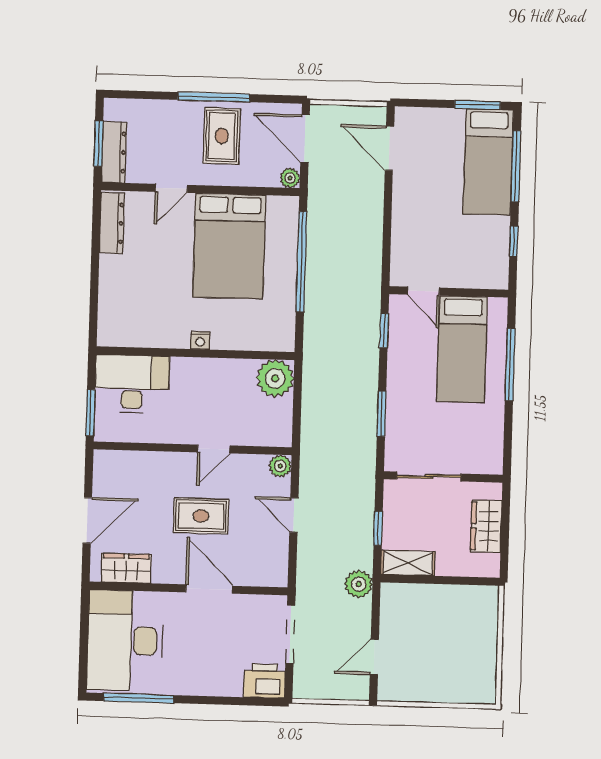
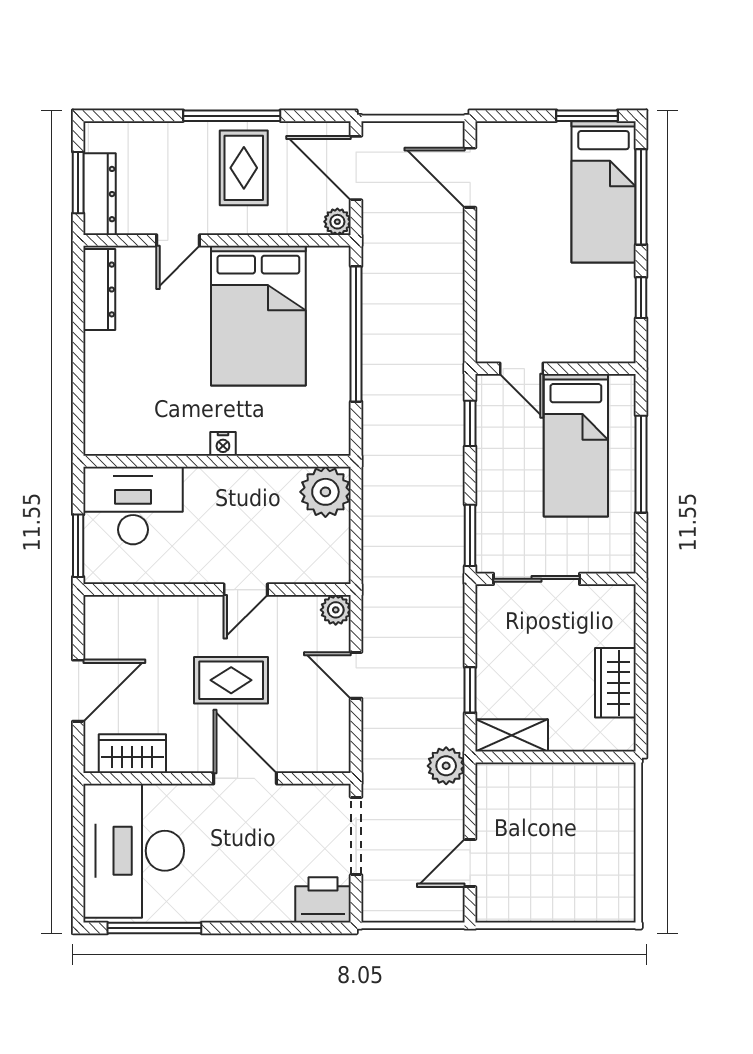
sliding door: (429, 477) -> (536, 579), moved
wall: (443, 477) -> (556, 579), moved

